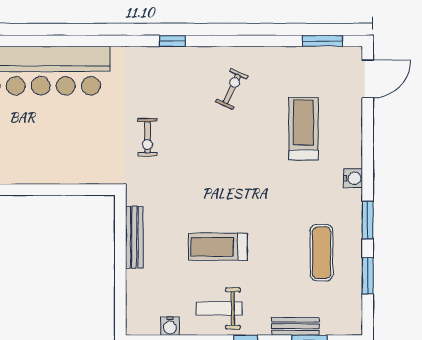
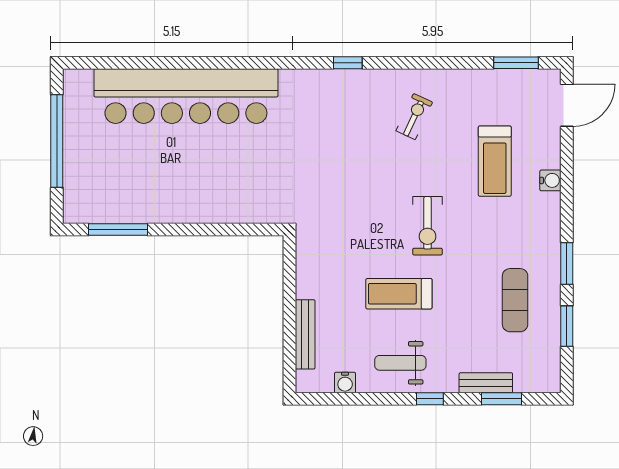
treadmill: (303, 129) -> (495, 161), turned 180
exercise bike: (147, 137) -> (427, 226), moved, width x1.38, depth x1.39
water cooler: (353, 178) -> (550, 180), moved
bench: (134, 237) -> (305, 334), moved

